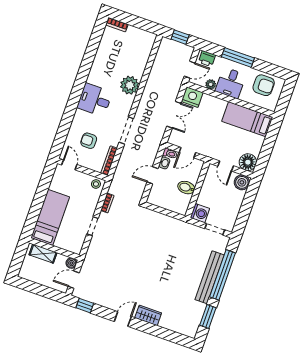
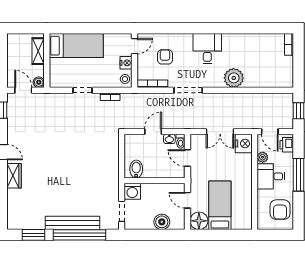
bed: (247, 119) -> (220, 205), moved
door: (226, 166) -> (187, 200), hinge flipped
door: (153, 175) -> (153, 132), hinge flipped
nightstand: (82, 178) -> (126, 63), added
boiler: (242, 182) -> (162, 222), moved
bidet: (186, 188) -> (136, 169), moved

